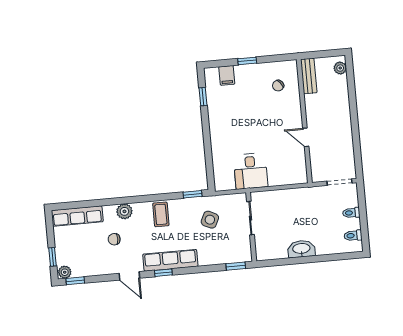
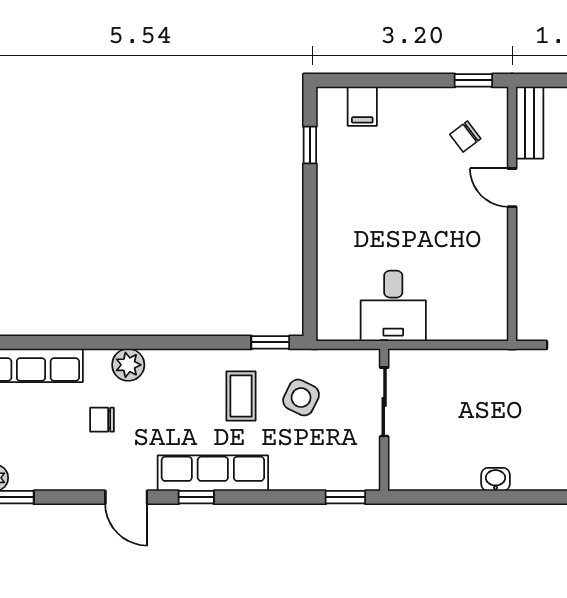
window: (247, 61) -> (473, 80), moved
door: (306, 137) -> (512, 188), moved
coffee table: (161, 214) -> (241, 396), moved
washbasin: (301, 249) -> (496, 479), width x0.52, depth x0.69

